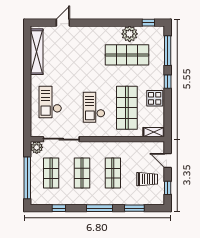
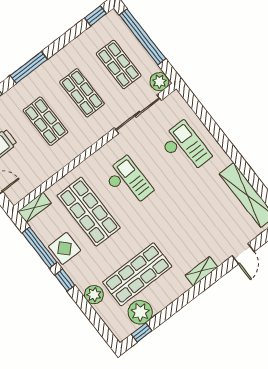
shelving: (92, 30) -> (201, 271), added
plant: (130, 34) -> (140, 312), moved
window: (168, 51) -> (40, 248), moved
plant: (158, 62) -> (94, 295), added
window: (59, 208) -> (95, 16), moved

